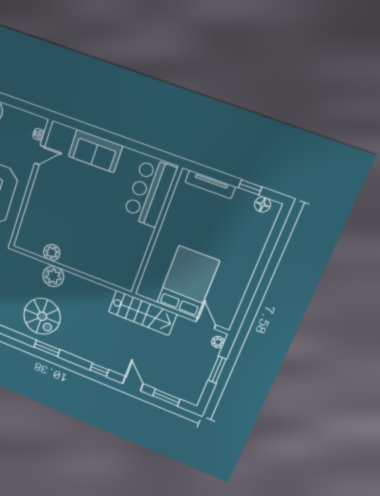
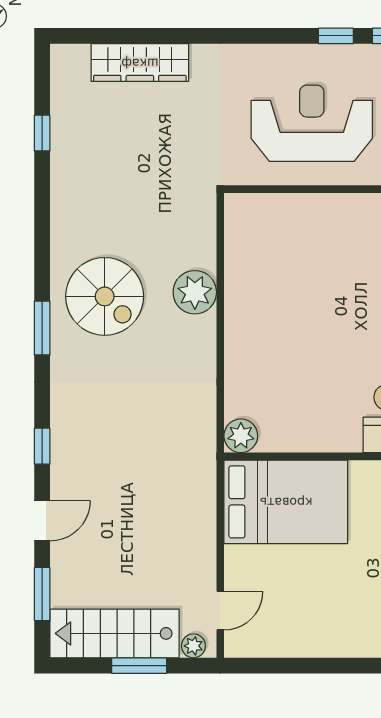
plant: (52, 252) -> (241, 436), moved
bed: (188, 282) -> (286, 502), moved
stairs: (142, 313) -> (114, 633), moved, turned 90
spiral stairs: (42, 316) -> (105, 296), turned -90

